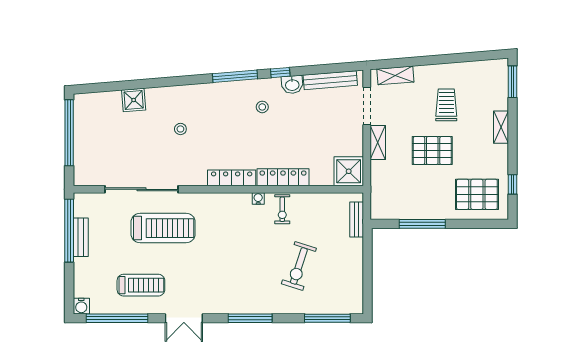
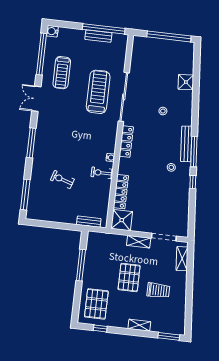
bench: (330, 80) -> (186, 144), moved
washbasin: (292, 85) -> (184, 189), removed
locker: (283, 177) -> (121, 192), moved
sliding door: (142, 189) -> (124, 97), moved
treadmill: (163, 228) -> (98, 92), turned 180
exercise bike: (299, 266) -> (62, 180), width x0.73, depth x0.72

